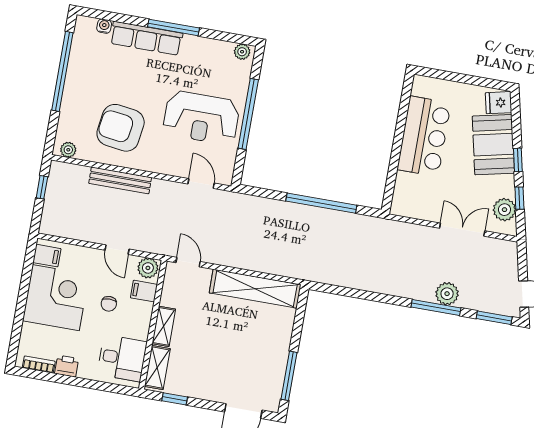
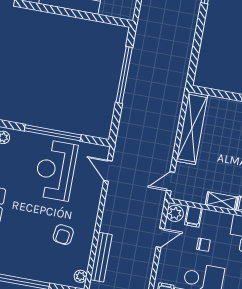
reception desk: (201, 118) -> (55, 170), turned 180
armchair: (121, 128) -> (63, 235), width x0.53, depth x0.53
bench: (120, 180) -> (101, 257), moved
door: (201, 184) -> (108, 171), hinge flipped

